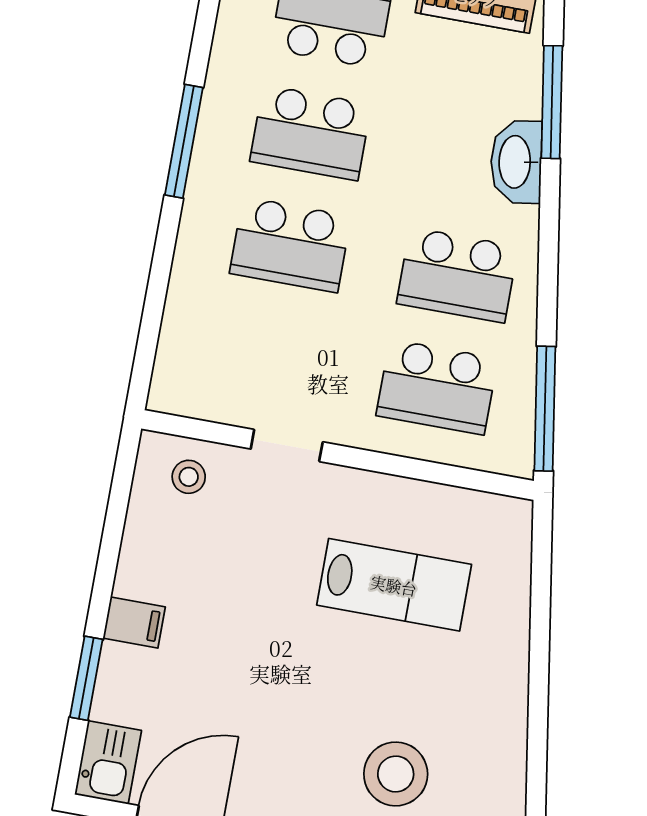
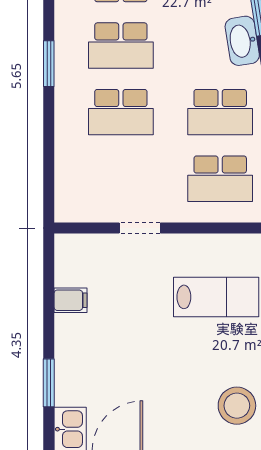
window: (184, 141) -> (49, 64), width x0.69
stool: (189, 477) -> (87, 256), removed
filing cabinet: (134, 623) -> (71, 300), moved

